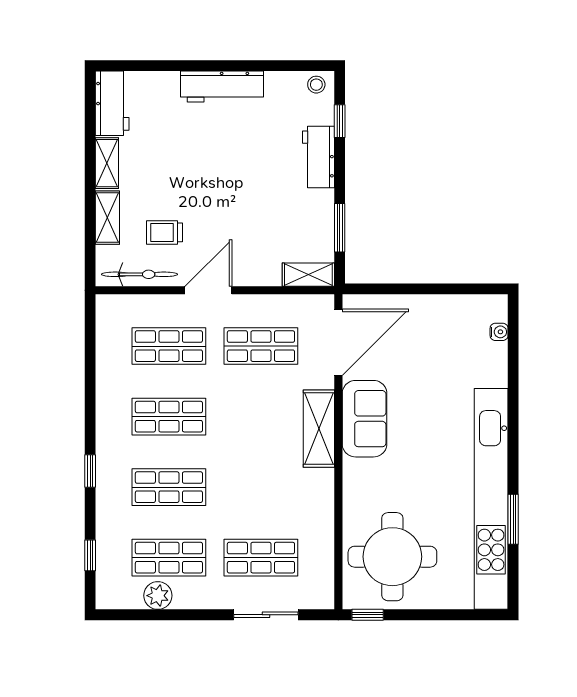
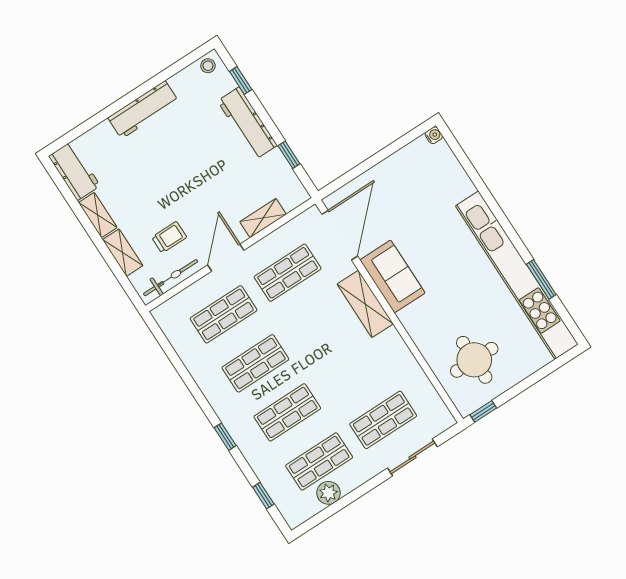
workbench: (318, 157) -> (247, 123), width x1.38
window: (340, 228) -> (289, 155), width x0.67
trolley: (165, 232) -> (169, 237), turned 180
shelving: (308, 275) -> (263, 218), moved
water cooler: (499, 332) -> (434, 135), moved
round table: (392, 557) -> (474, 360), width x0.73, depth x0.73

